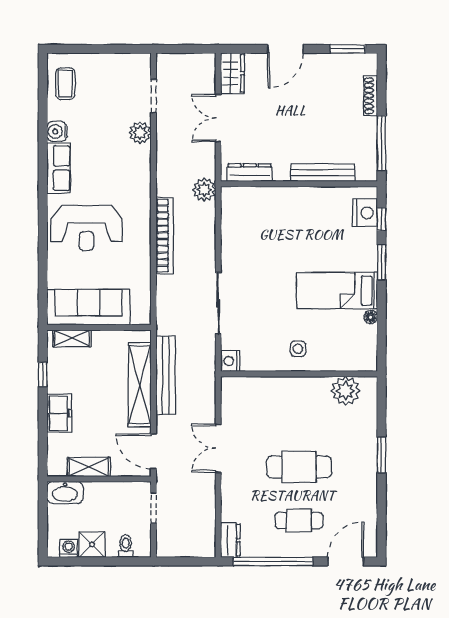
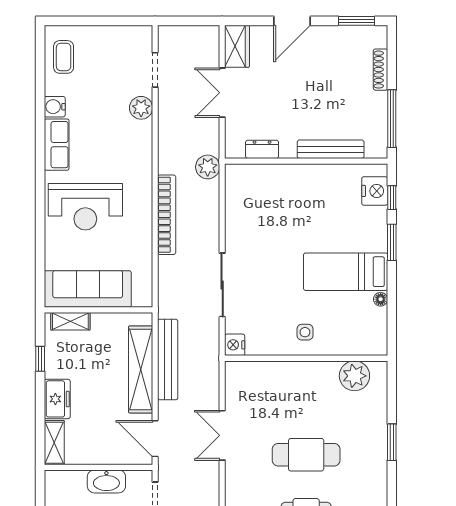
dresser: (250, 173) -> (262, 149), width x0.70
shelving: (89, 467) -> (54, 443), moved, turned 90
washbasin: (65, 493) -> (106, 481), moved

